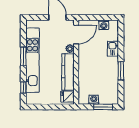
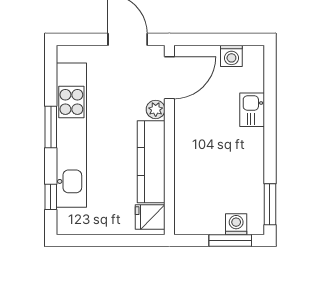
window: (121, 71) -> (270, 204), moved
washing machine: (94, 100) -> (236, 224), moved

